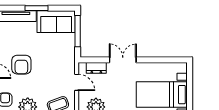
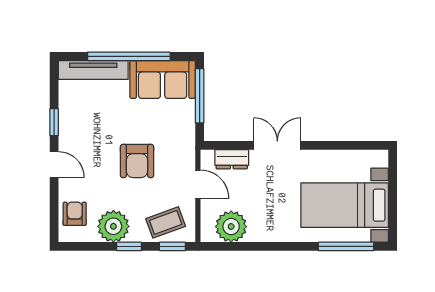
window: (37, 8) -> (129, 56), width x2.11
armchair: (21, 65) -> (137, 161), moved

